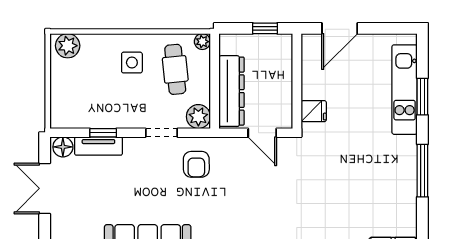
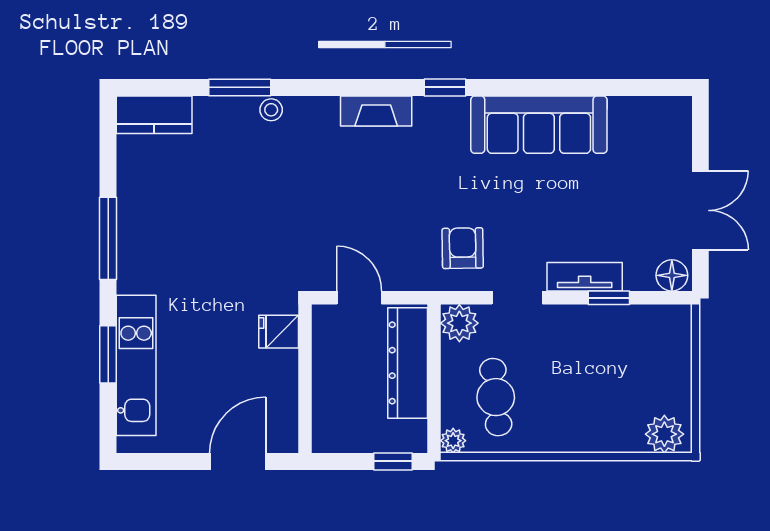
window: (265, 28) -> (393, 461), moved
side table: (132, 63) -> (564, 408), removed
tv unit: (98, 146) -> (585, 277), moved

